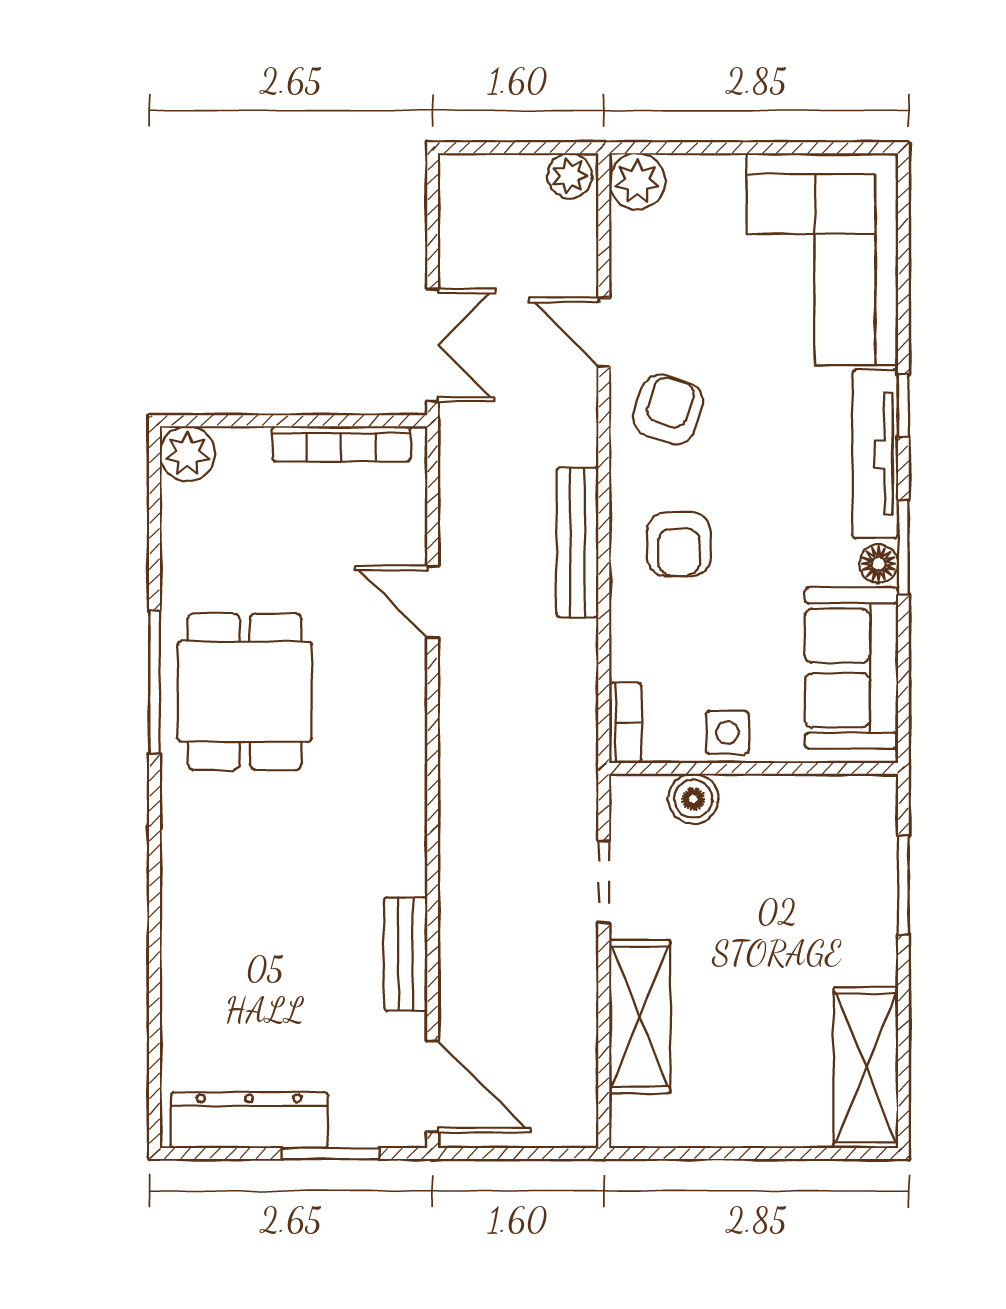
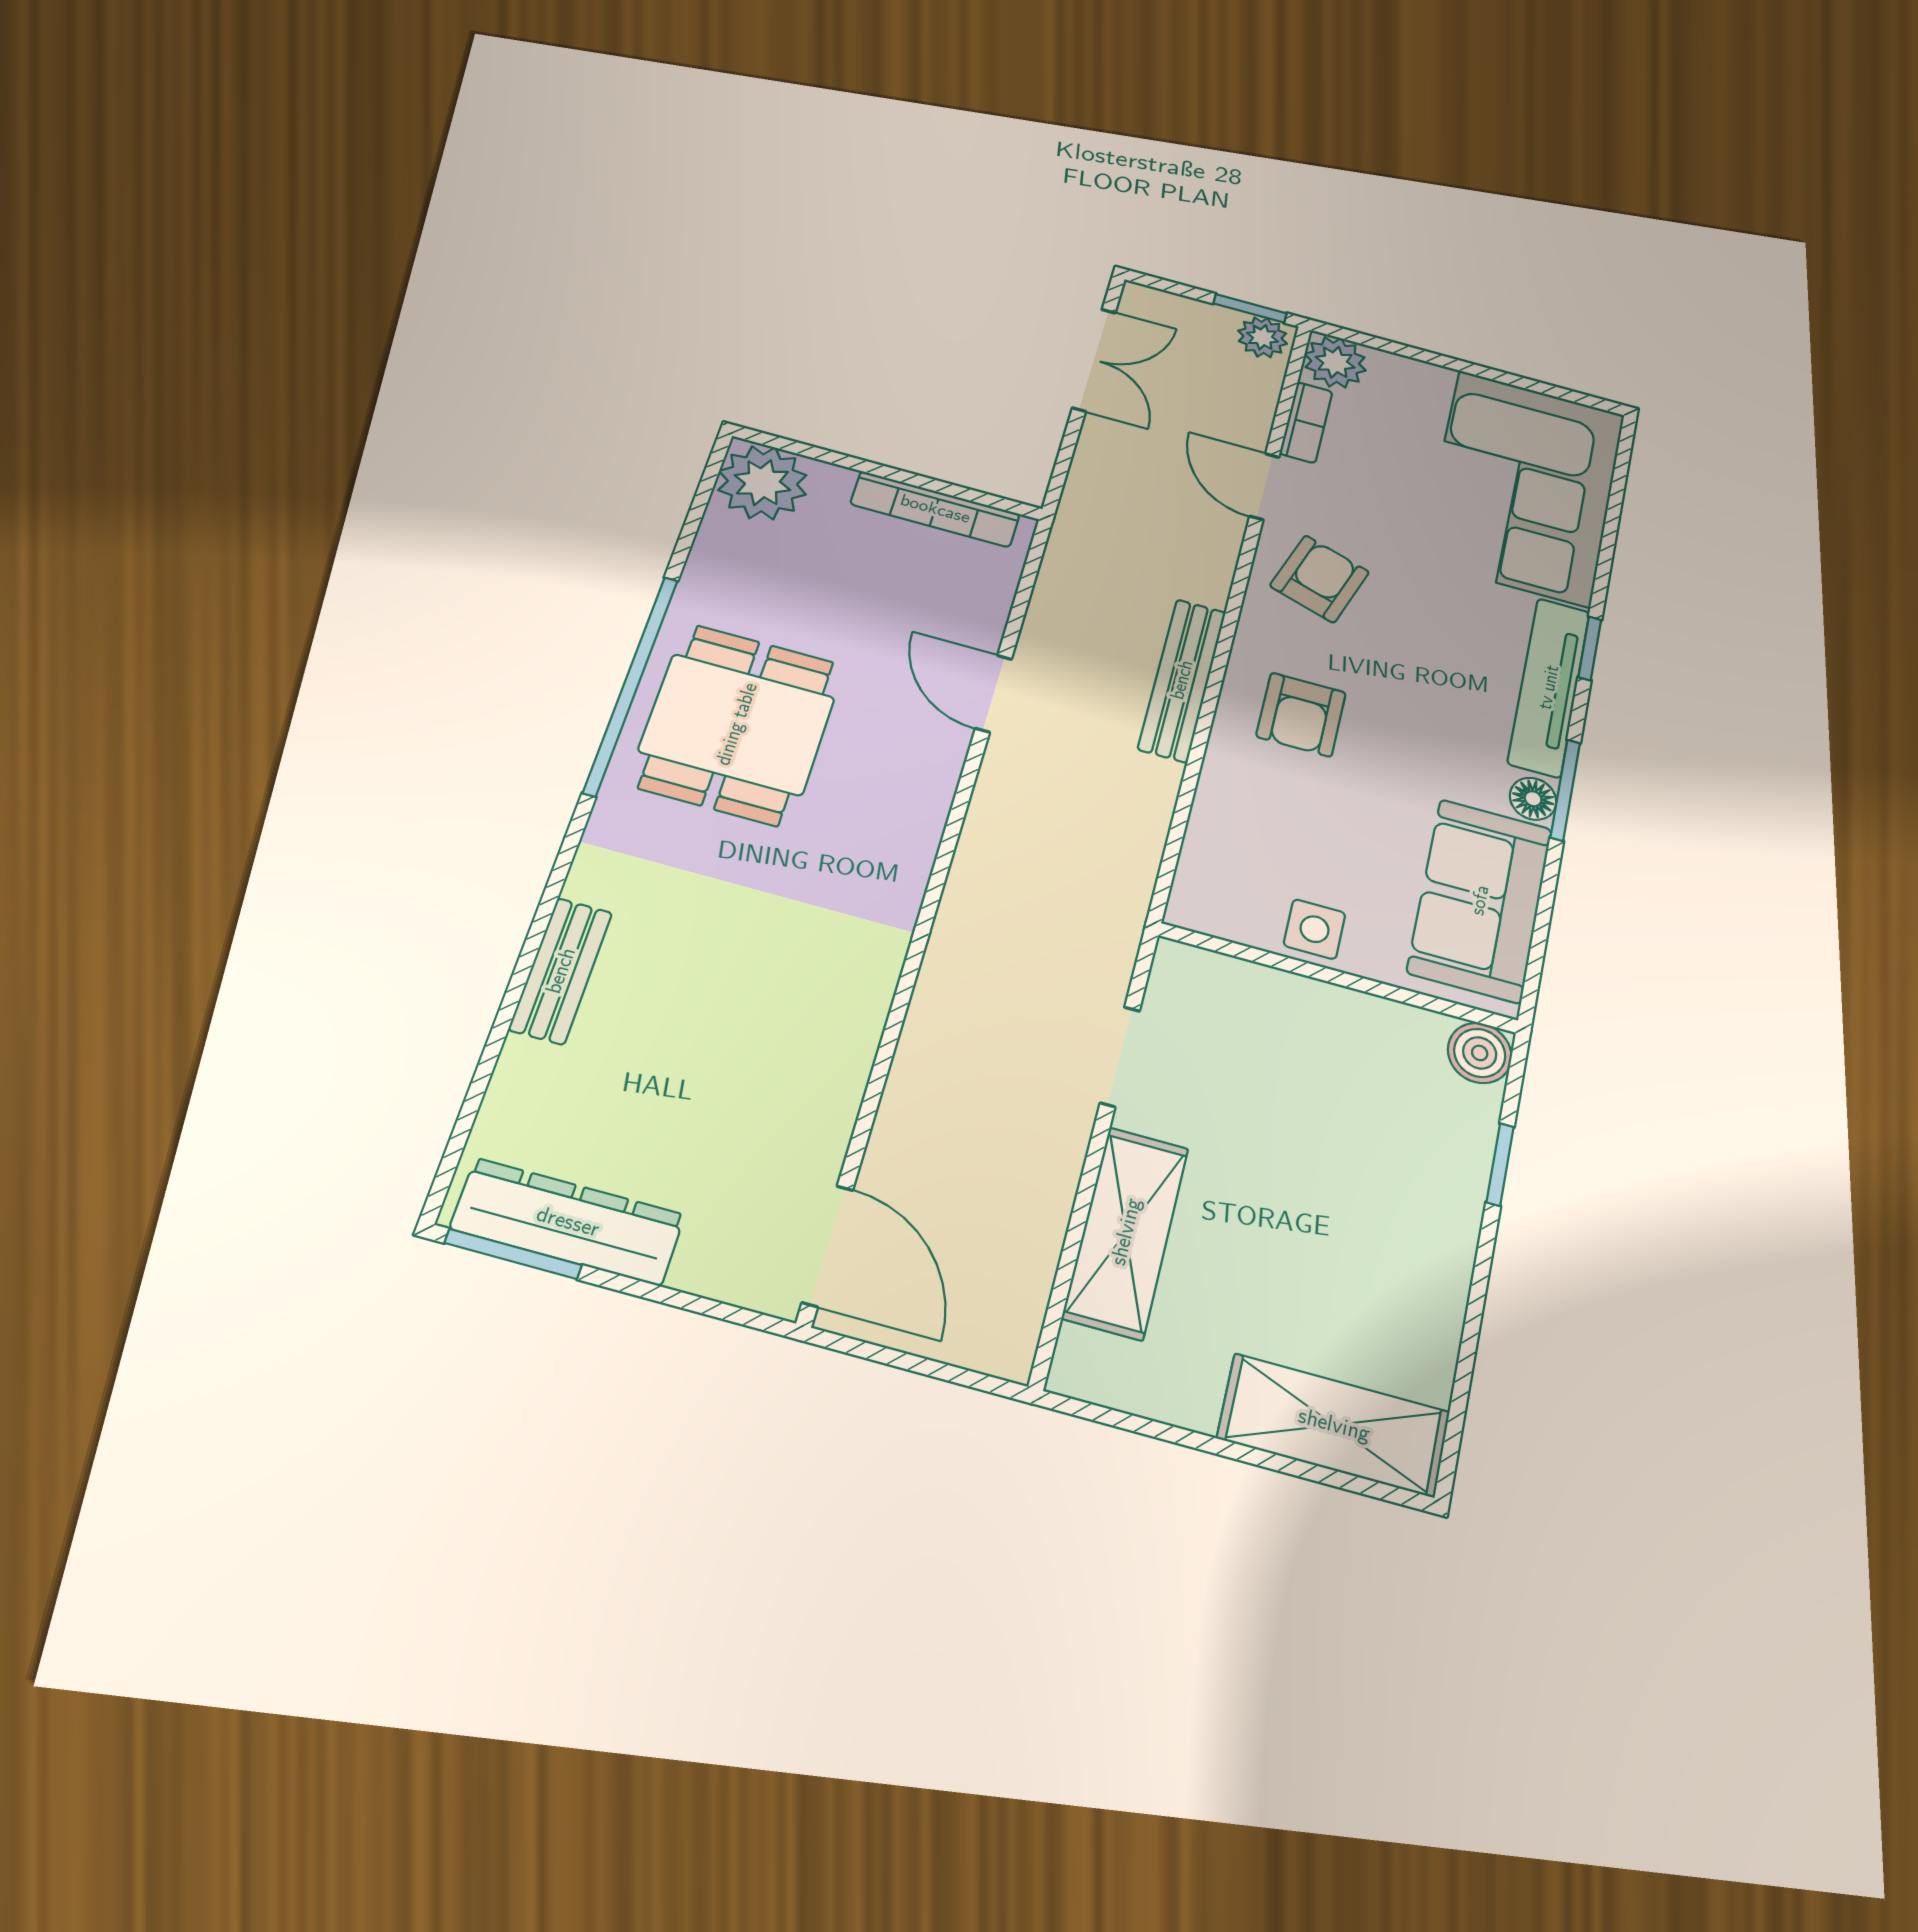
window: (552, 148) -> (1250, 308), added
double door: (433, 345) -> (1094, 360), moved
plant: (187, 454) -> (762, 483), width x1.36, depth x1.36
window: (154, 682) -> (631, 685), width x1.46
bookcase: (625, 723) -> (1306, 423), moved
boiler: (693, 799) -> (1480, 1053), moved
window: (903, 885) -> (1500, 1164), width x0.67
bench: (406, 954) -> (561, 971), moved
shelving: (866, 1068) -> (1334, 1425), moved, turned 90
window: (331, 1154) -> (513, 1254), moved

